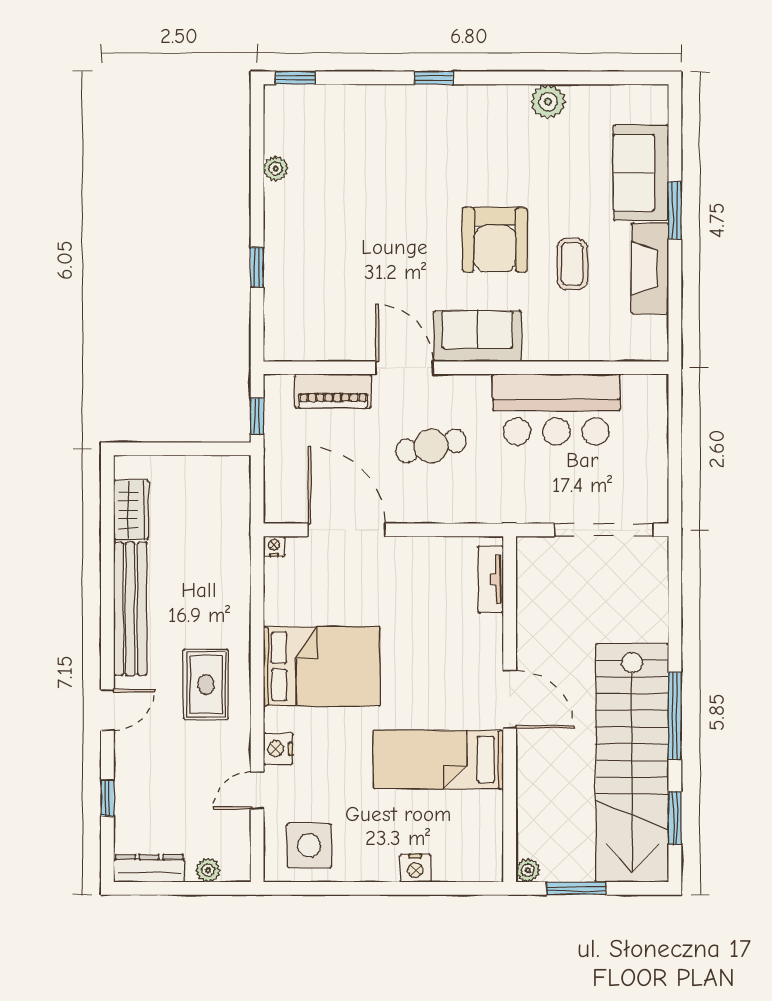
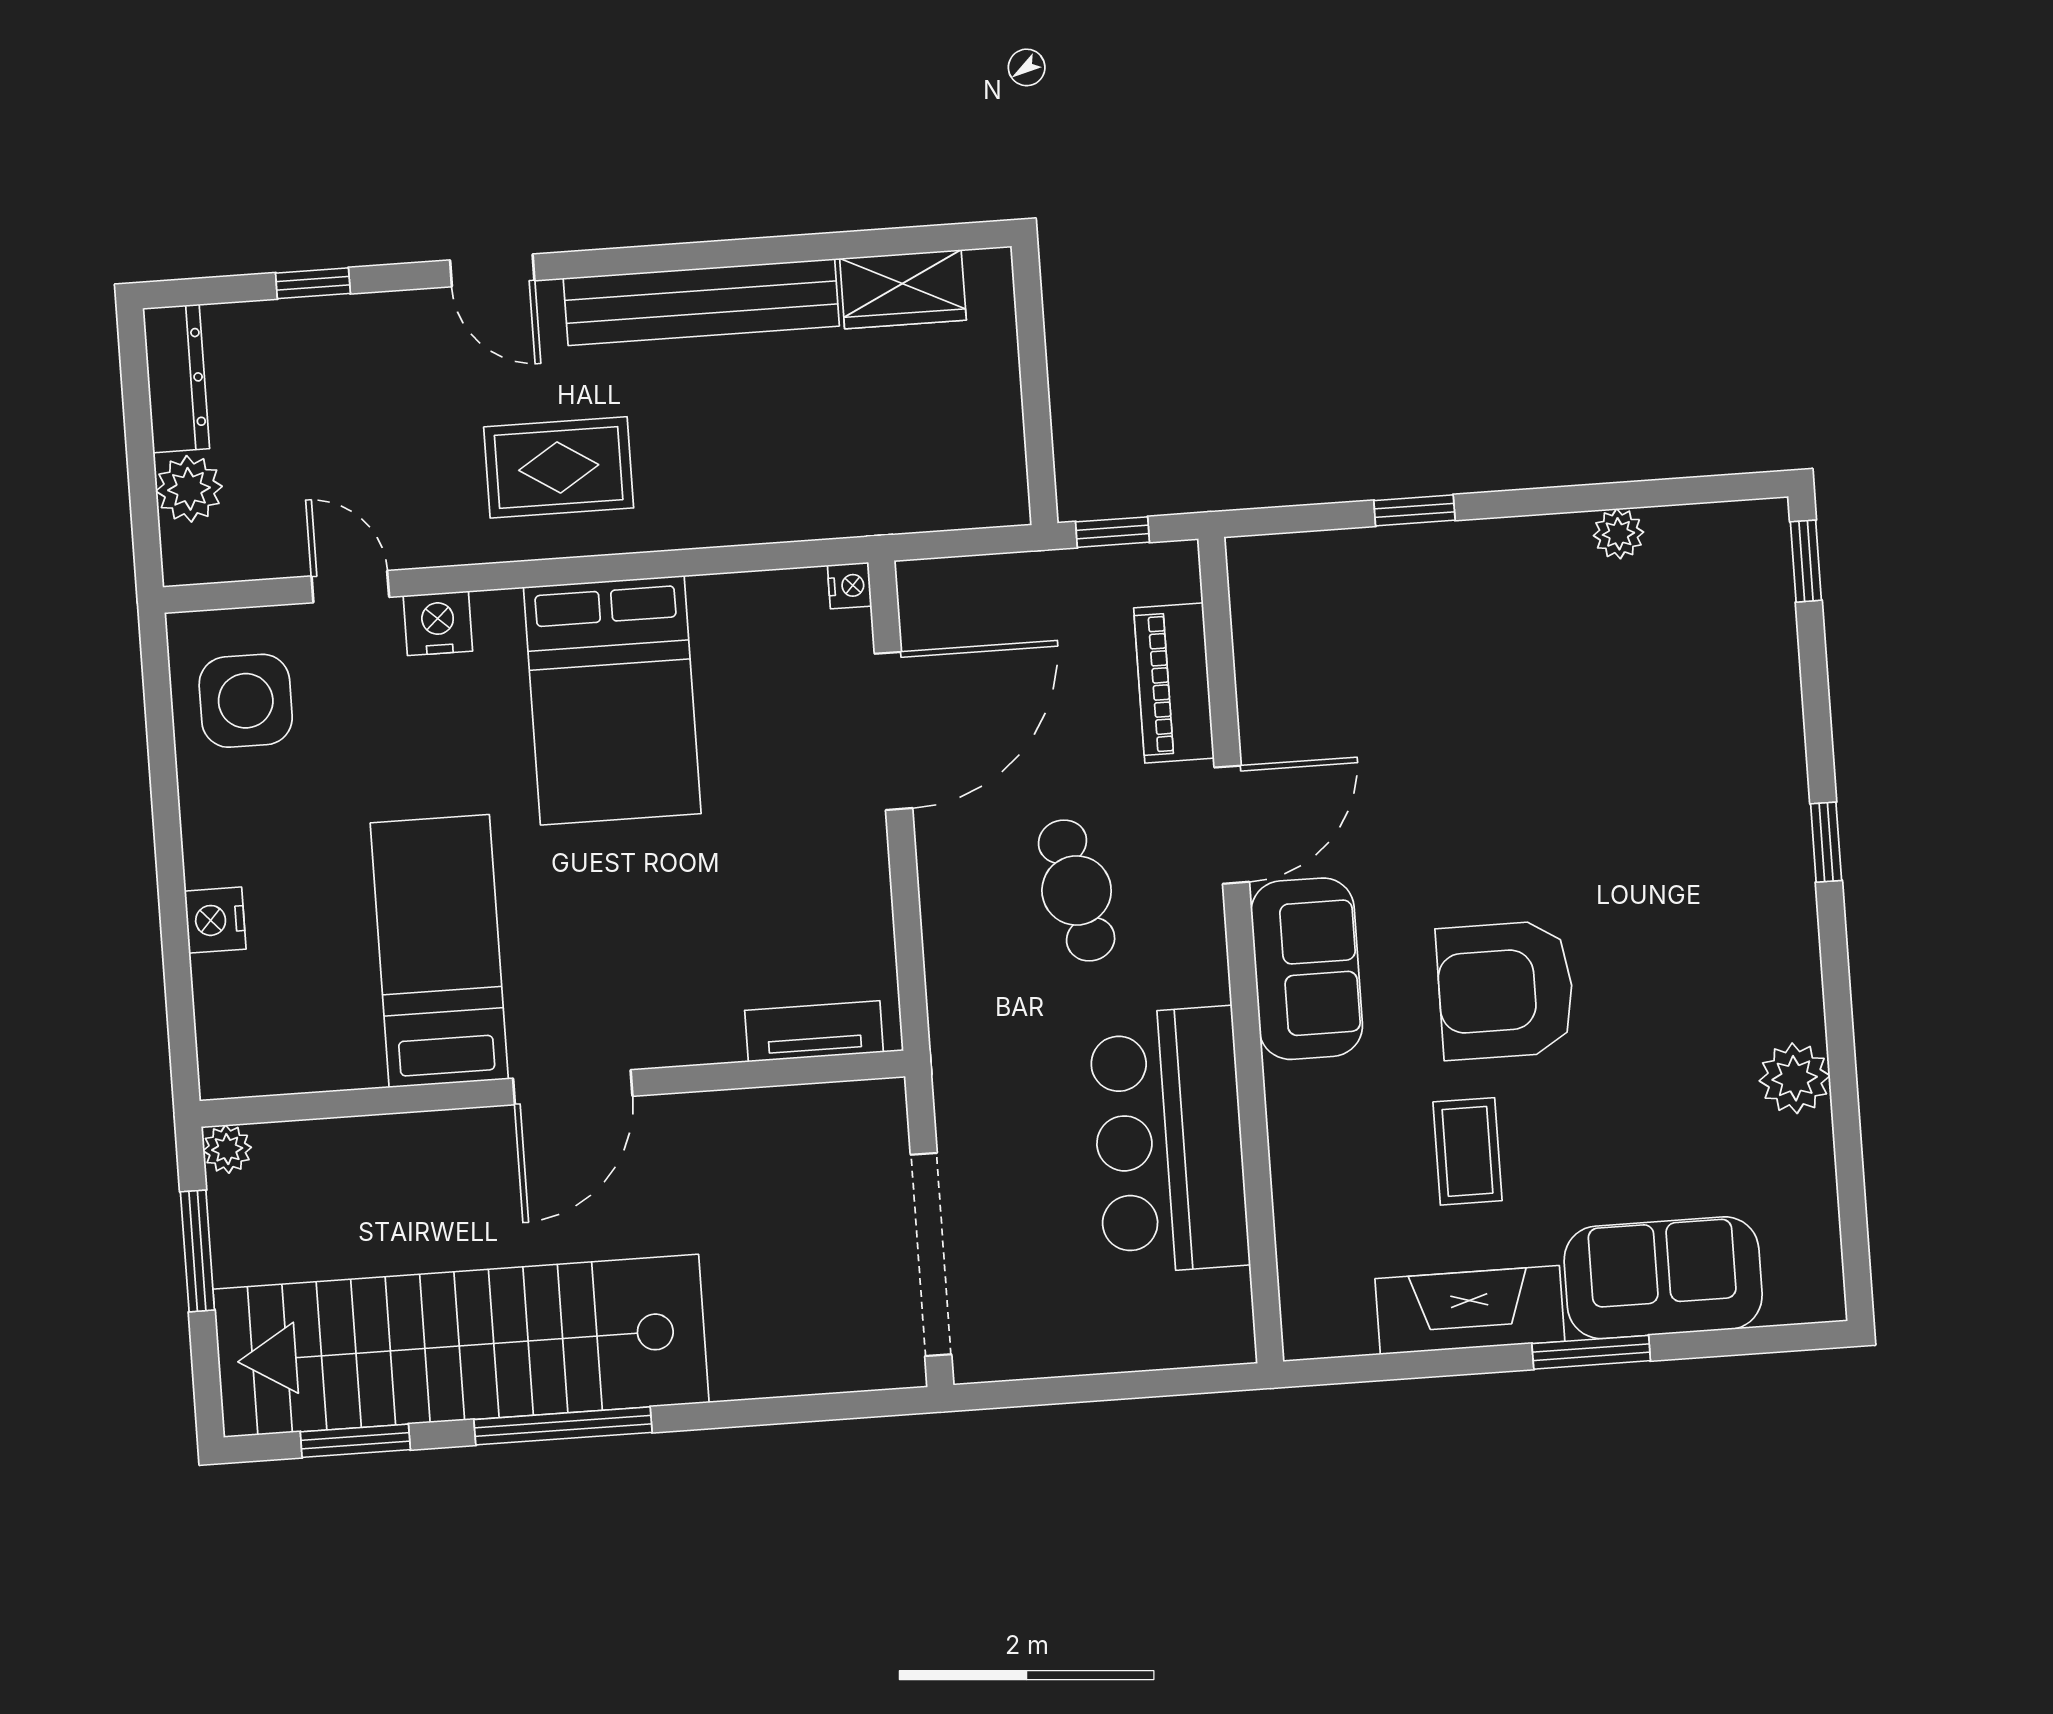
coffee table: (572, 264) -> (1467, 1151), turned 90
plant: (208, 870) -> (189, 489), width x1.38, depth x1.38

